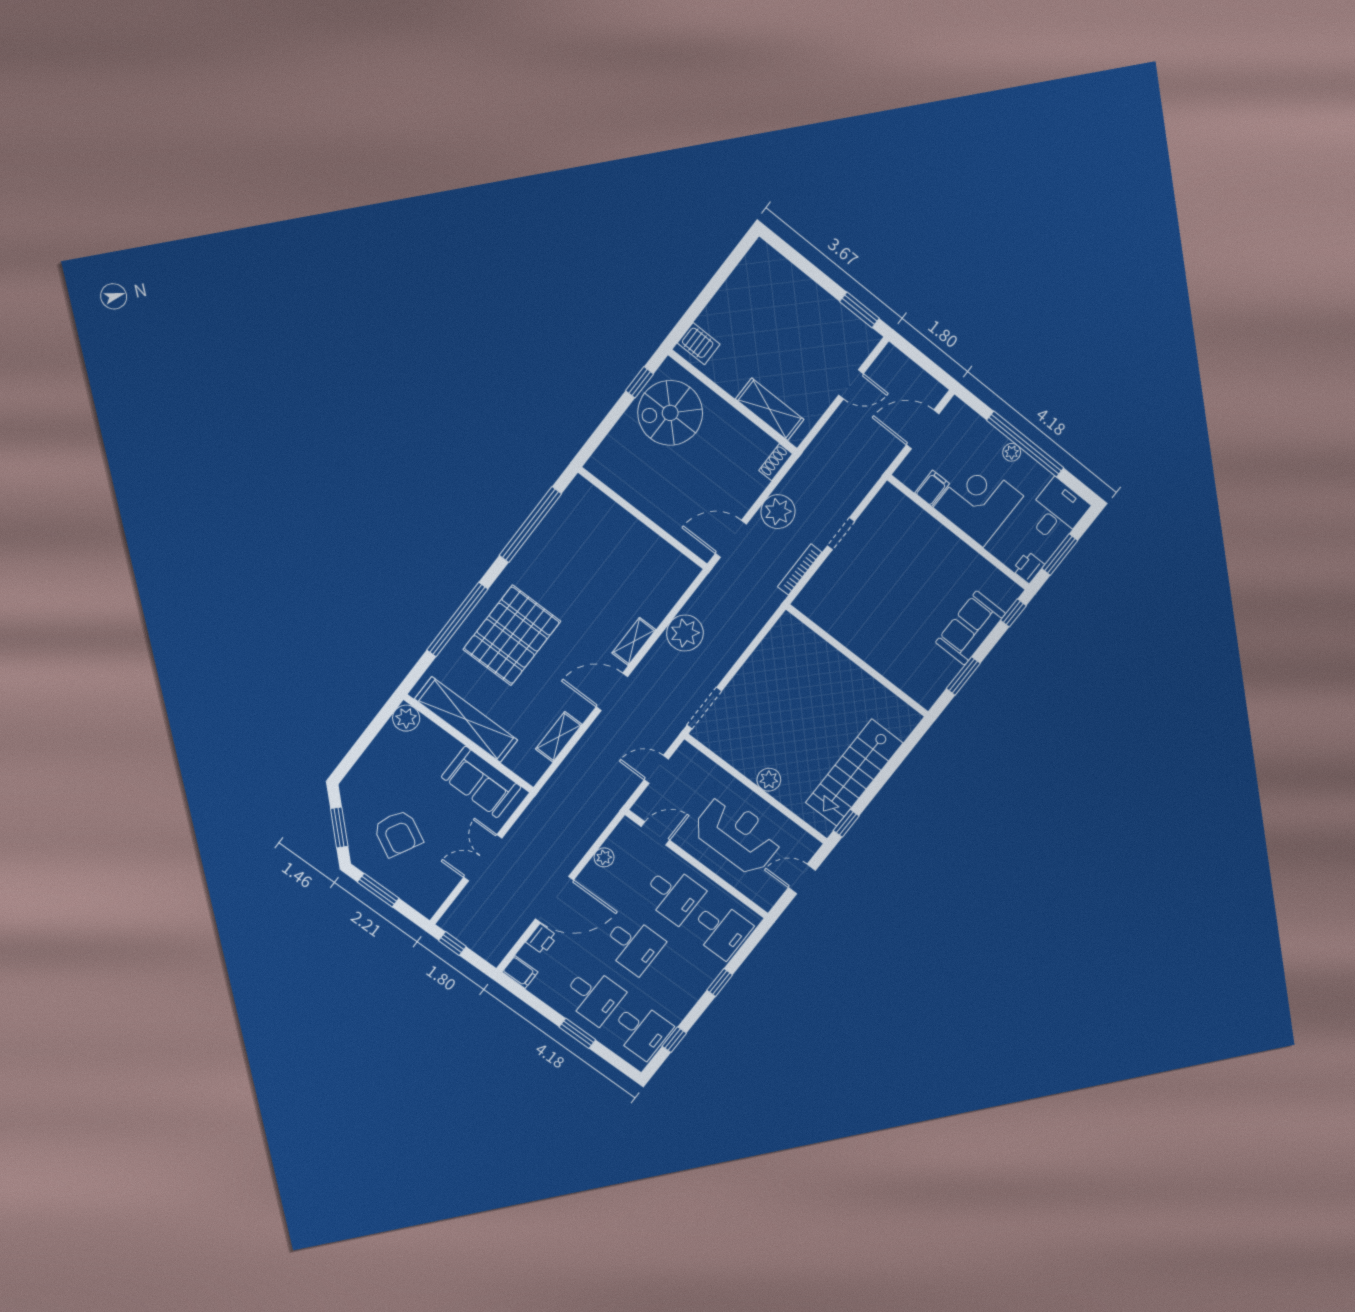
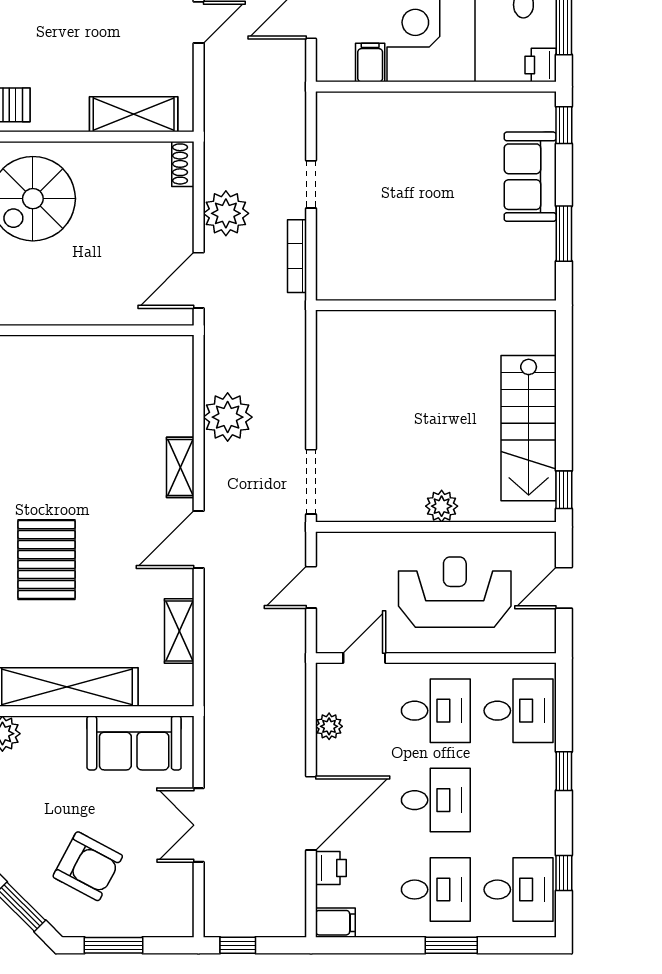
pallet: (512, 635) -> (47, 560), width x0.73, depth x0.71

